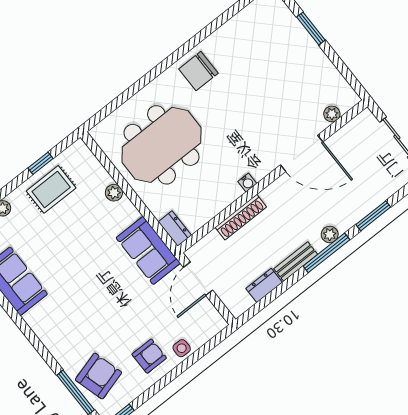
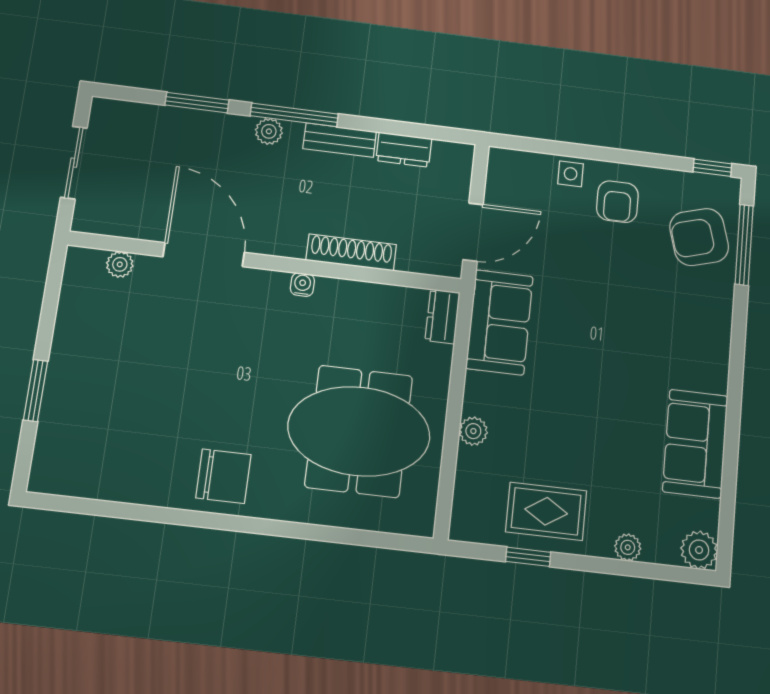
armchair: (149, 356) -> (617, 202), turned -90

